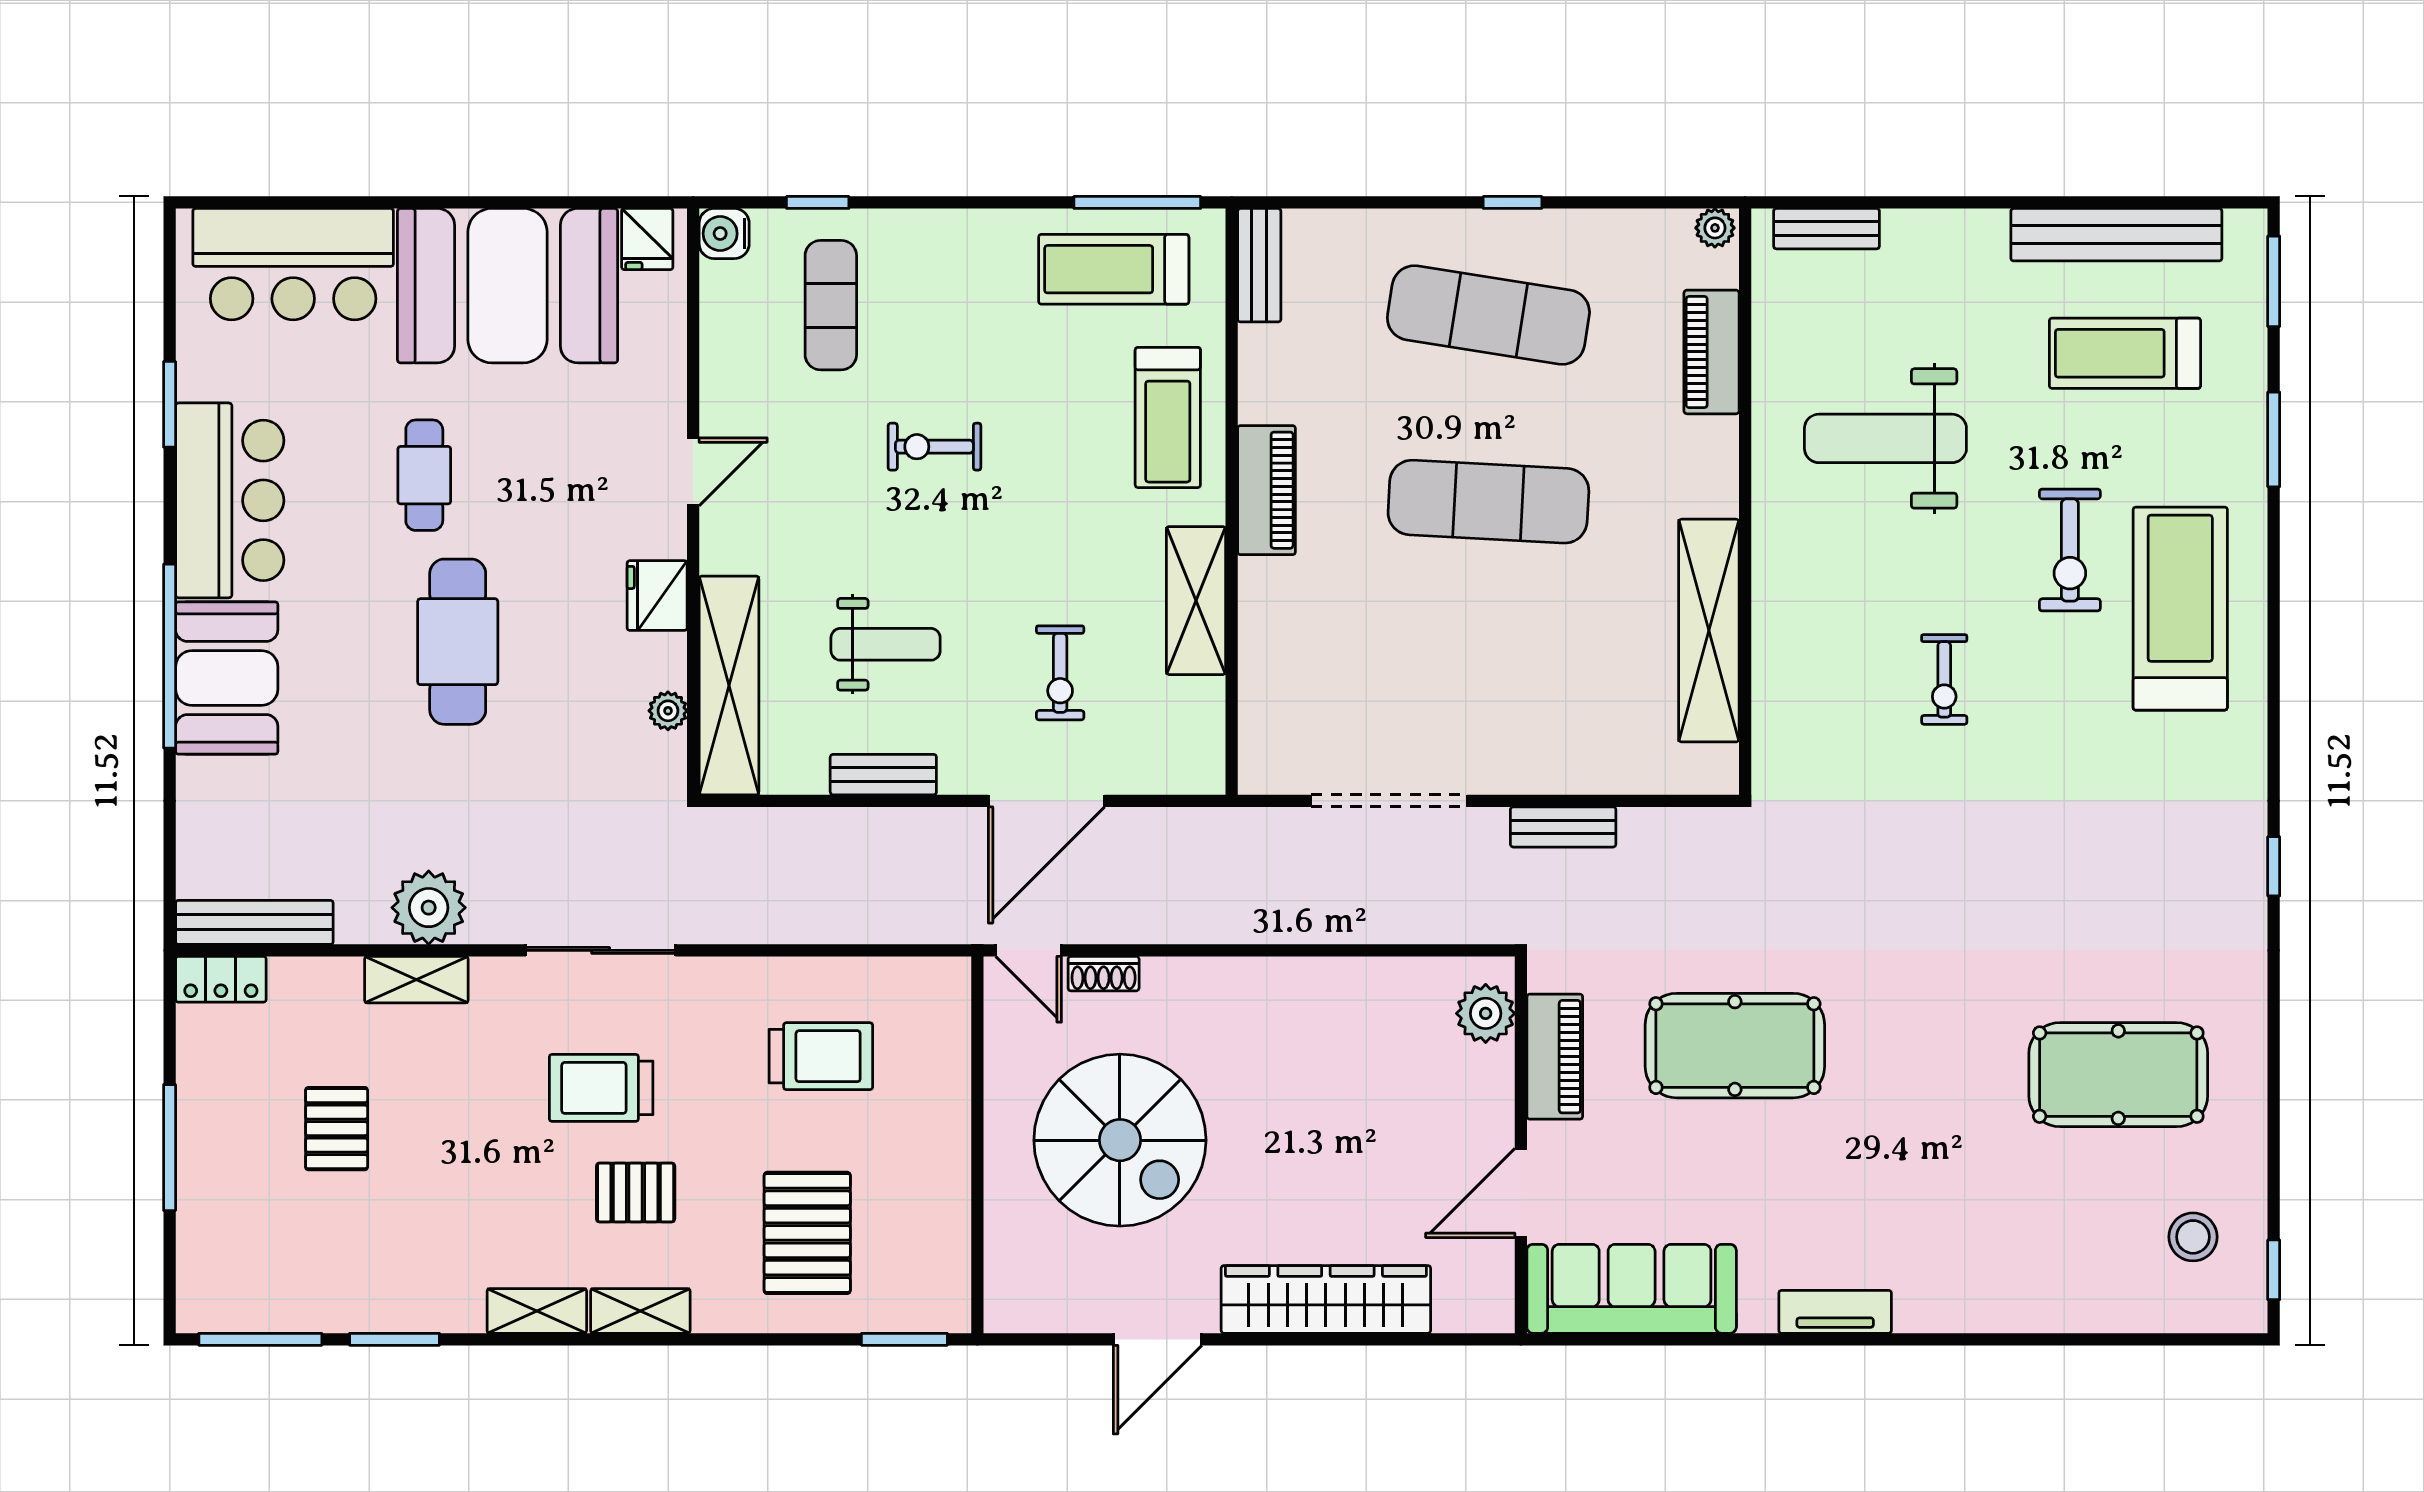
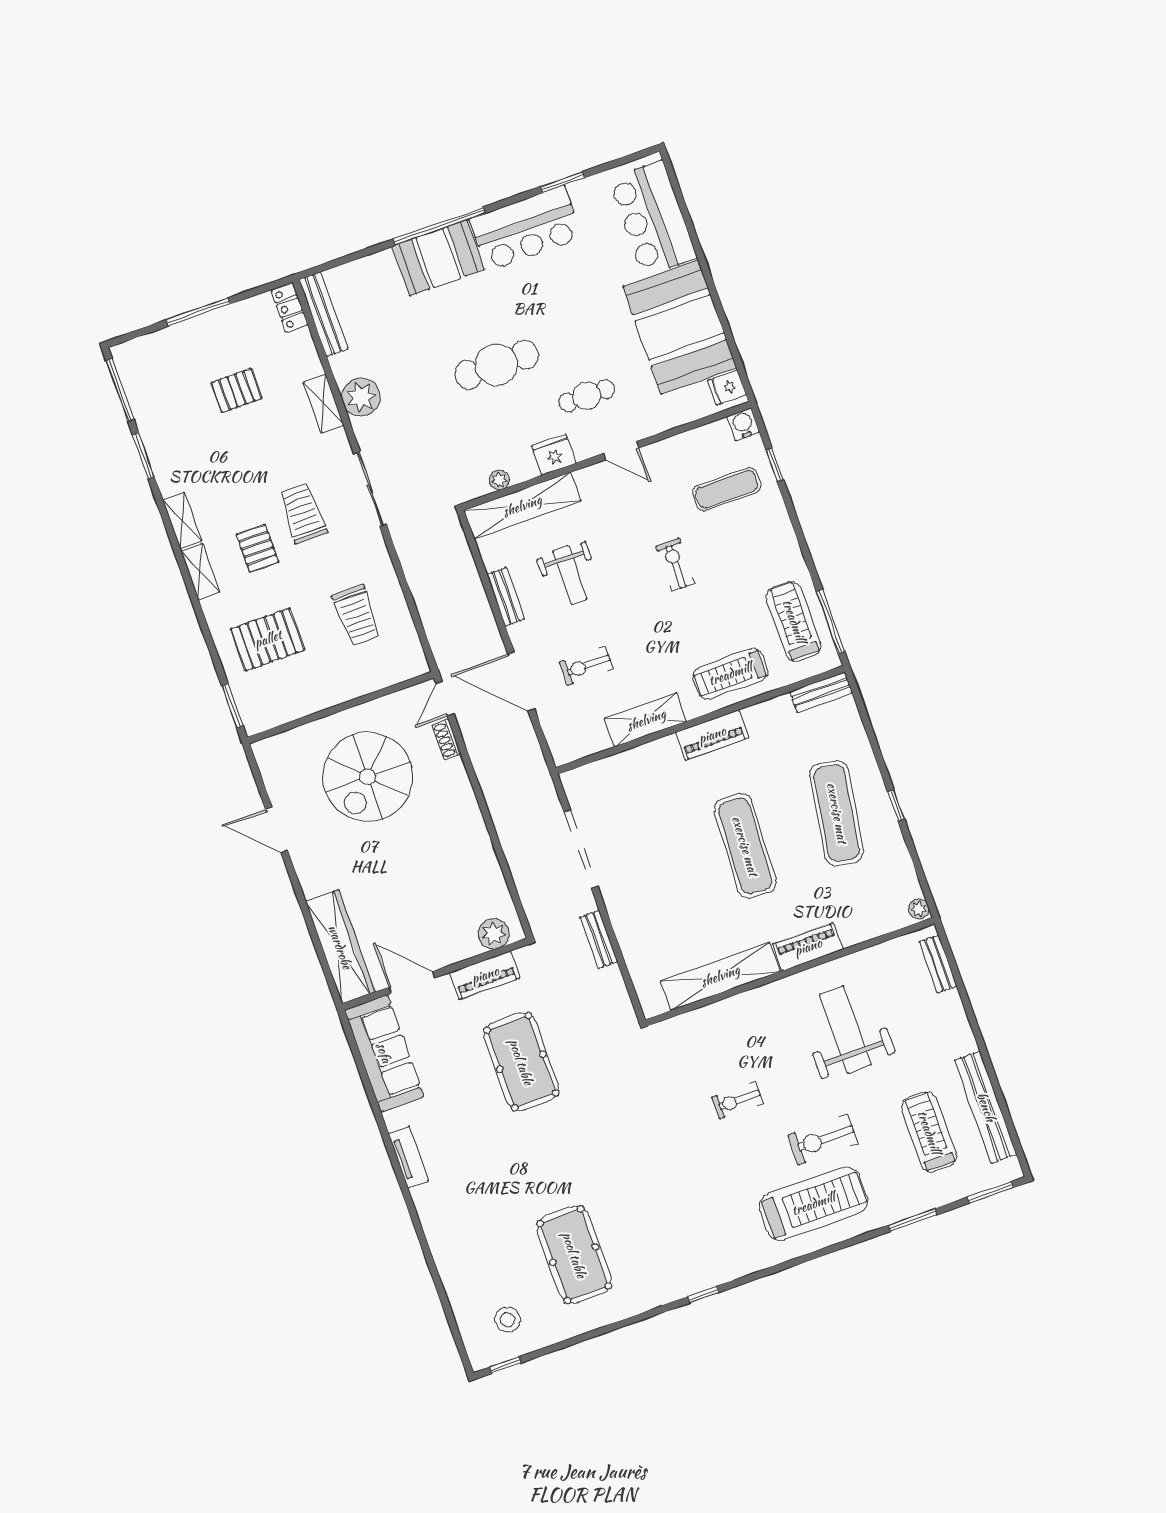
piano: (1712, 352) -> (808, 947), moved
cafe table: (424, 475) -> (587, 396), moved
wardrobe: (1326, 1299) -> (340, 947), moved

